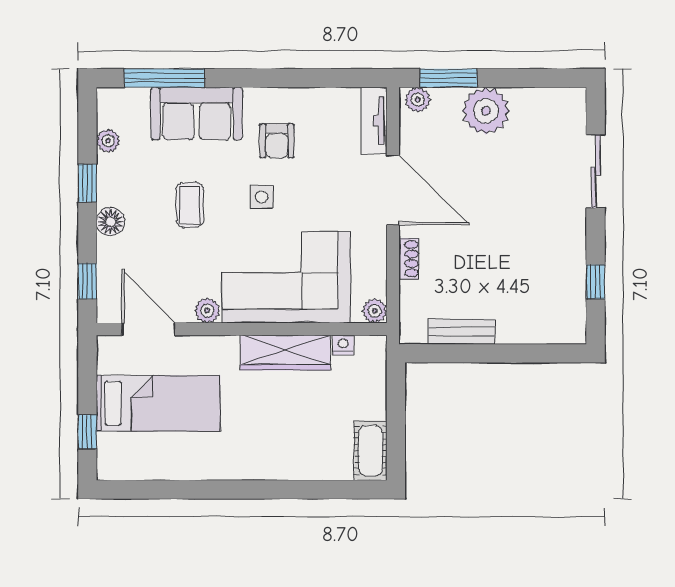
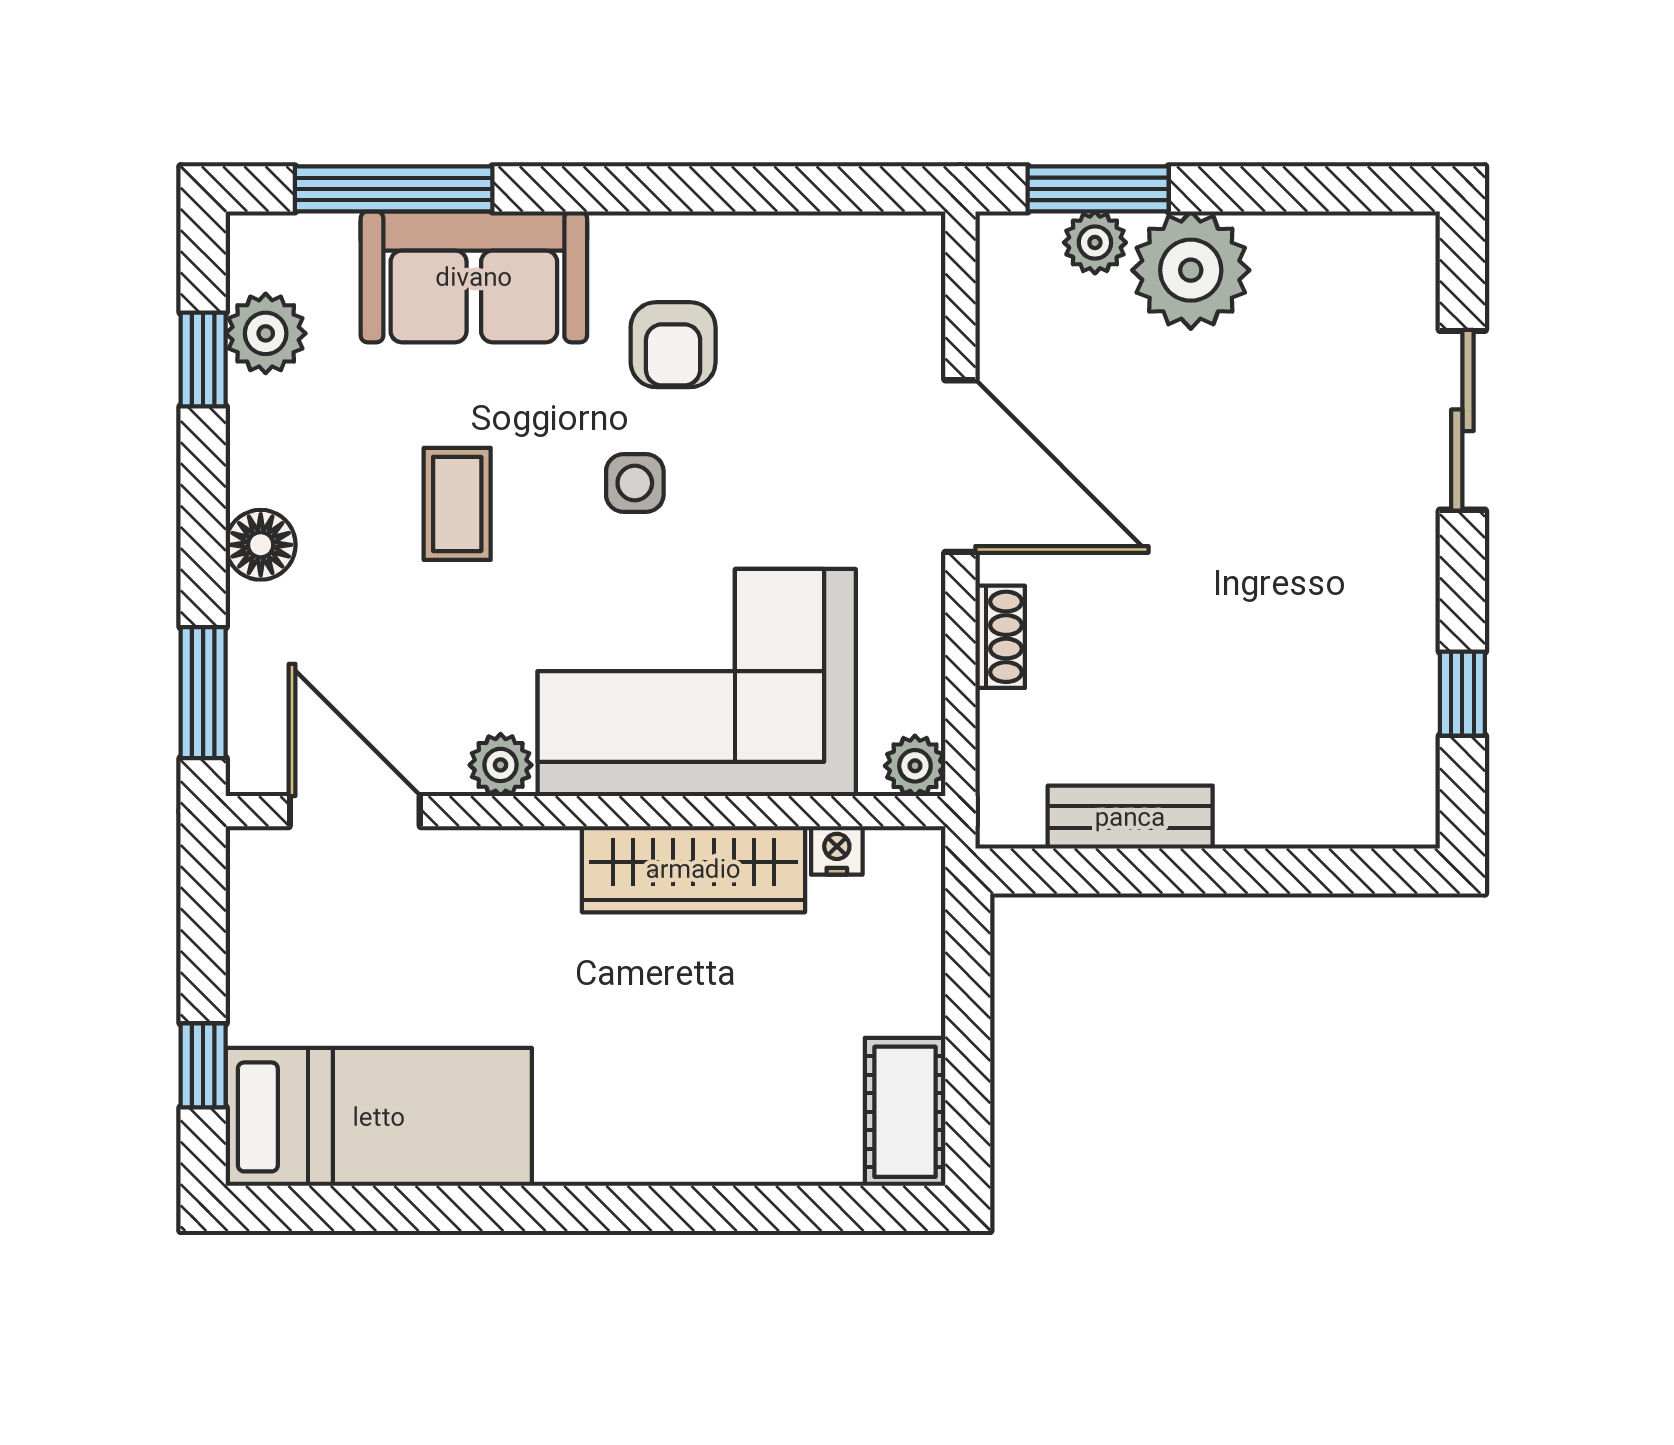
plant: (418, 100) -> (1095, 242), moved
tv unit: (374, 120) -> (914, 294), removed
plant: (108, 141) -> (266, 333), width x1.38, depth x1.38
window: (87, 183) -> (203, 360), moved
window: (87, 281) -> (203, 693), width x1.50
bed: (158, 403) -> (379, 1117), moved

